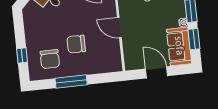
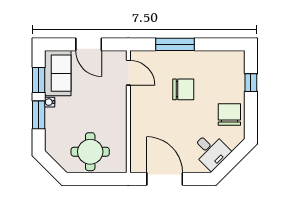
door: (119, 28) -> (128, 73), moved
chair: (50, 59) -> (229, 114), moved
window: (71, 82) -> (175, 44), moved

